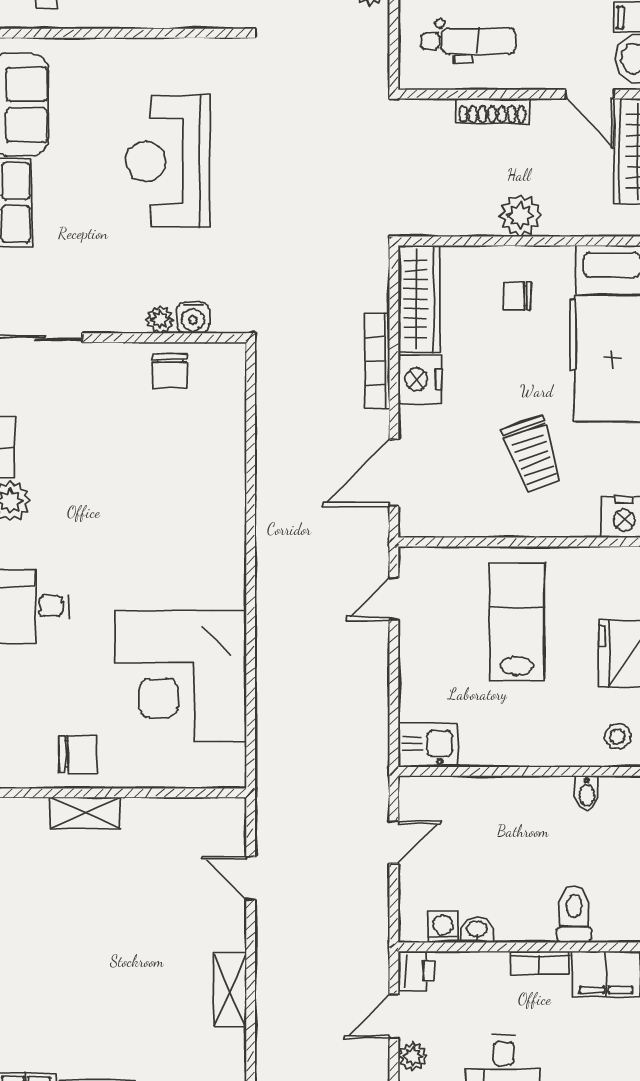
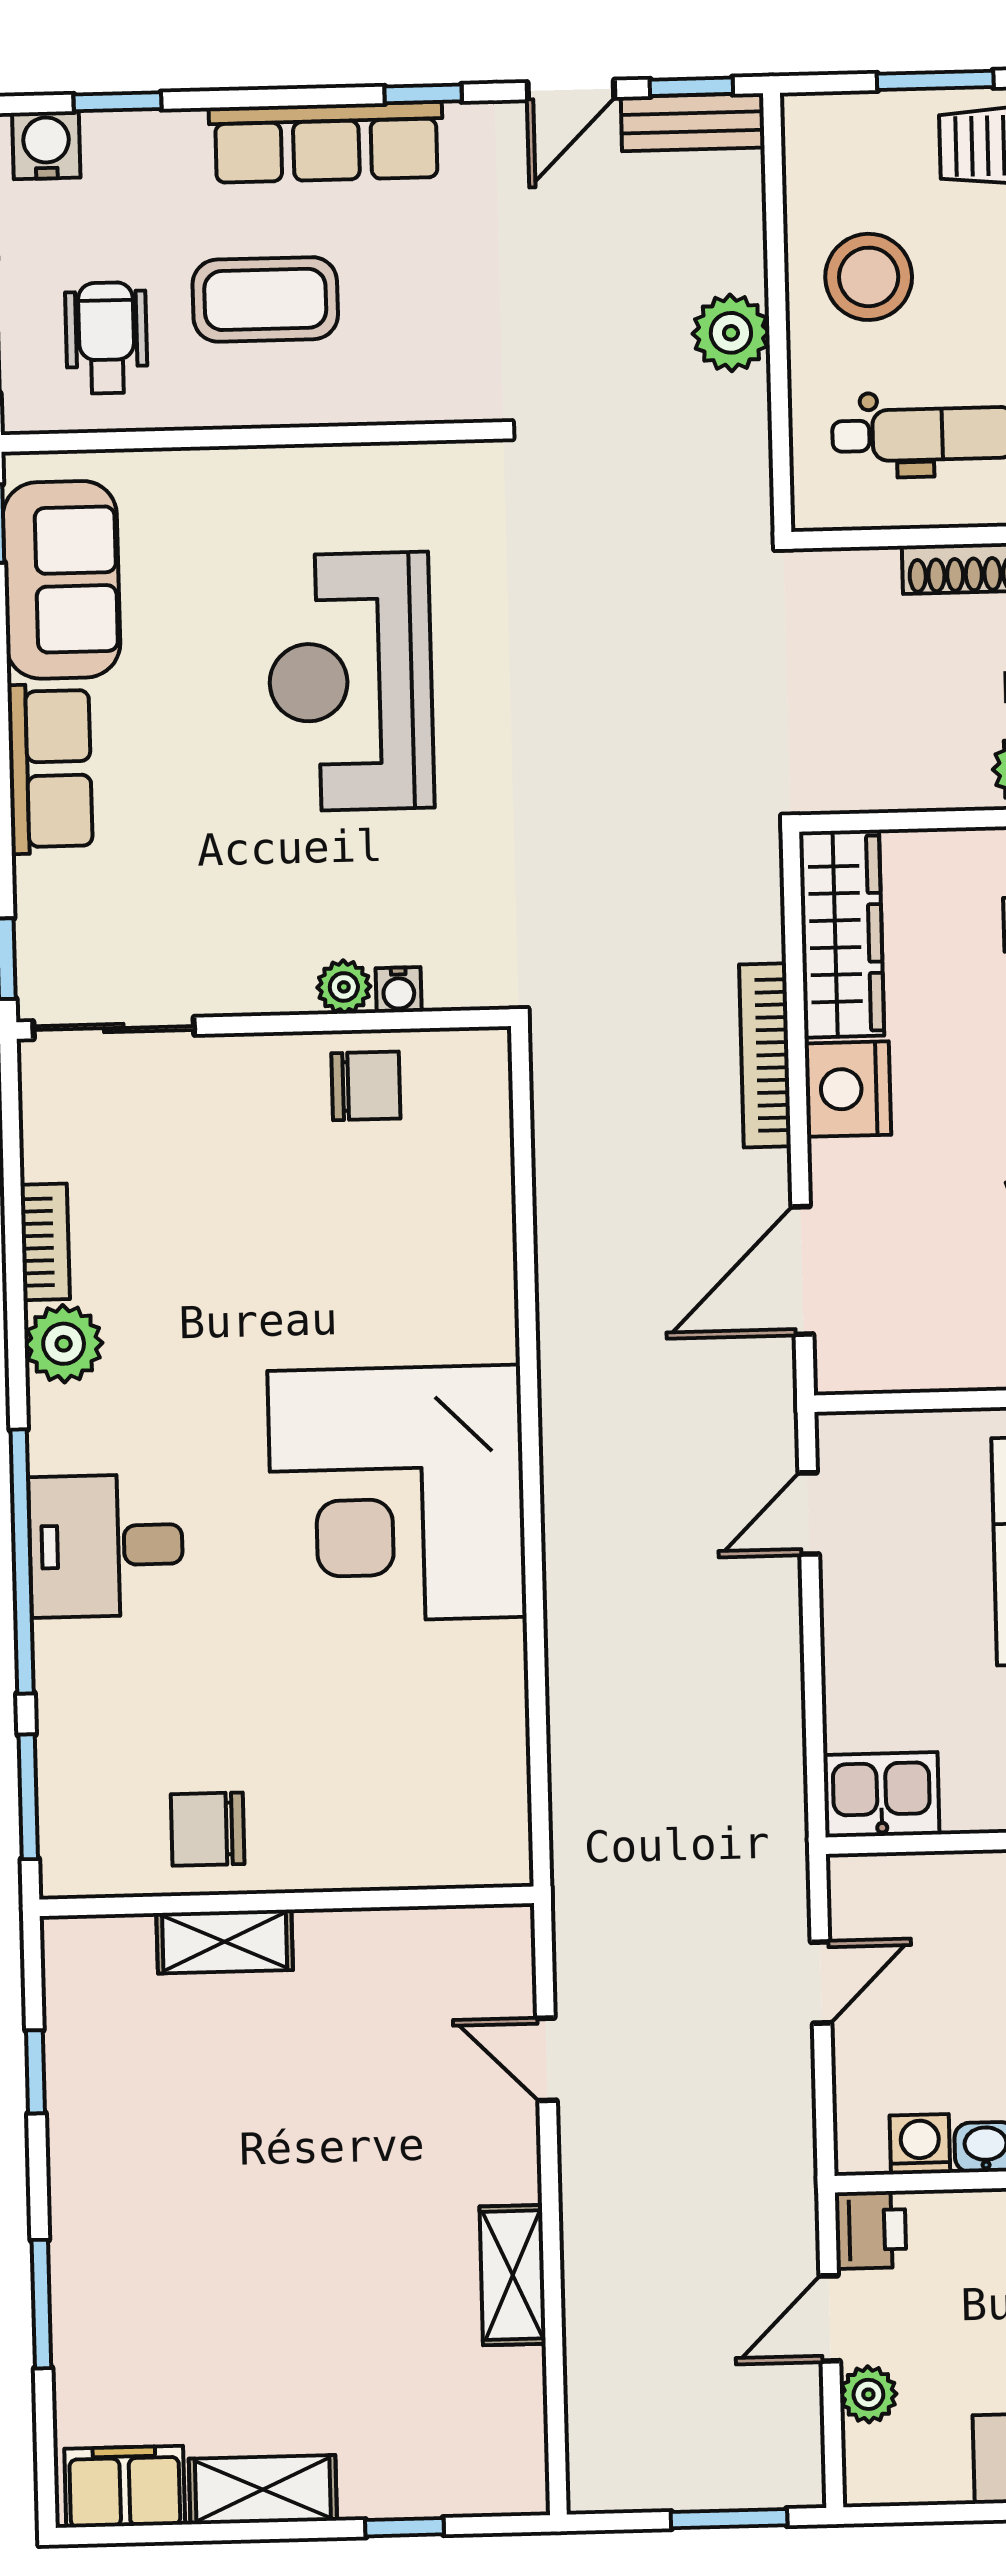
water cooler: (193, 317) -> (399, 990), width x0.72, depth x0.72
chair: (170, 371) -> (366, 1086), turned -90
corner desk: (181, 676) -> (397, 1494), moved
chair: (78, 754) -> (208, 1829), turned 180

